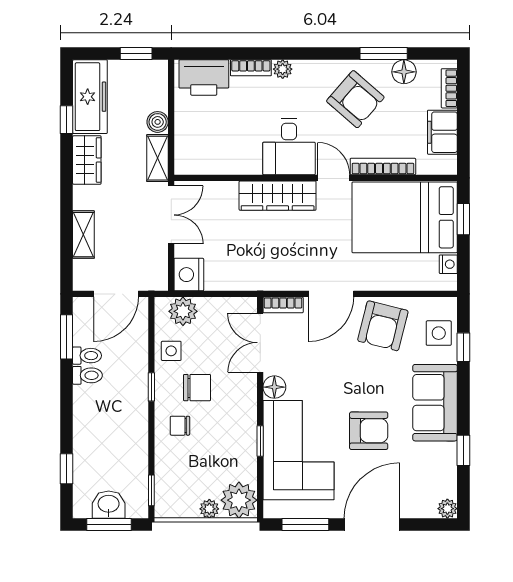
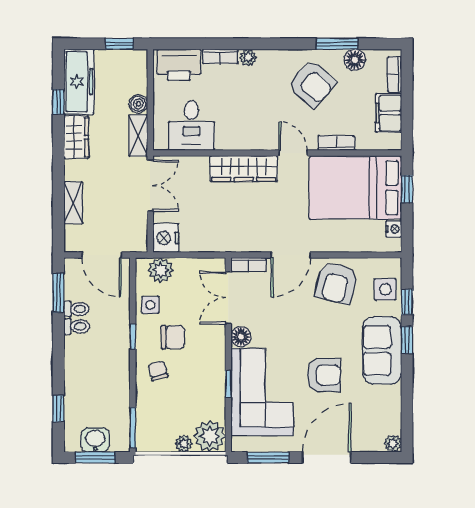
desk: (289, 147) -> (191, 126), moved
bookcase: (383, 166) -> (336, 143), width x0.64
door: (116, 294) -> (102, 255), hinge flipped
chair: (180, 426) -> (158, 371), turned 74
window: (463, 450) -> (407, 340), moved
window: (151, 490) -> (133, 428), width x1.50

